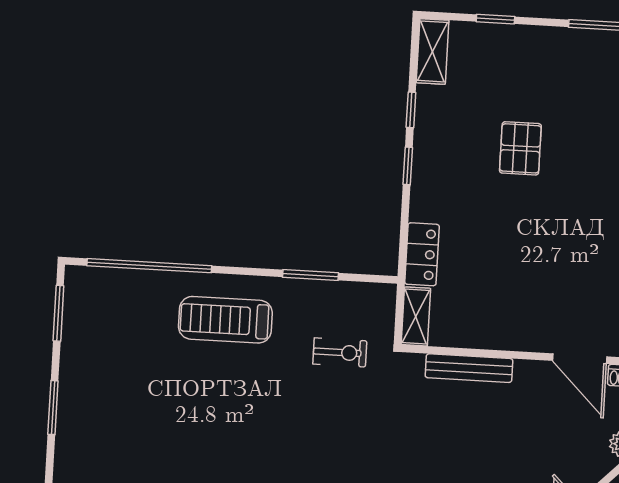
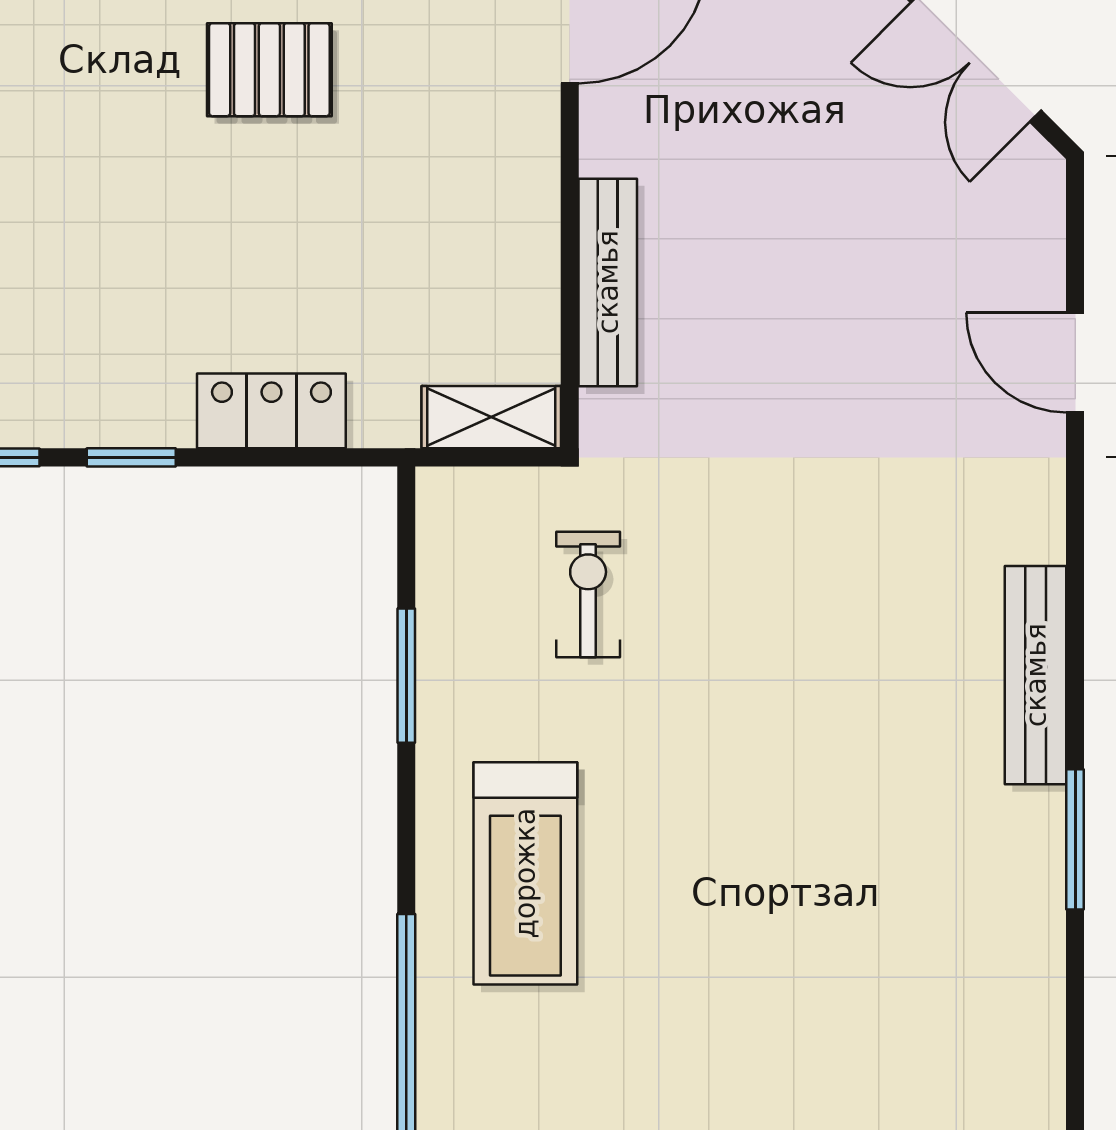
pallet: (520, 148) -> (269, 70), moved
locker: (422, 254) -> (271, 411), moved

